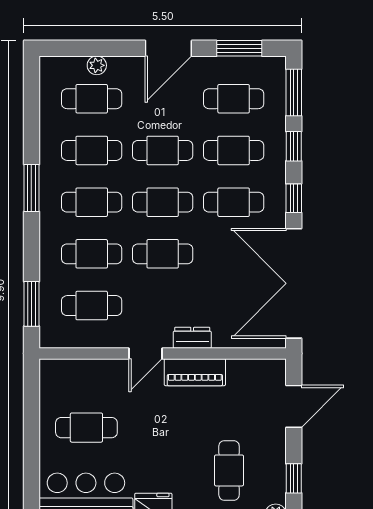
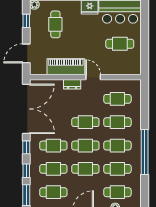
window: (31, 188) -> (145, 152), width x2.11
window: (31, 304) -> (145, 100), removed
door: (145, 353) -> (93, 77), hinge flipped
piano: (195, 372) -> (66, 67), width x1.37, depth x1.33

